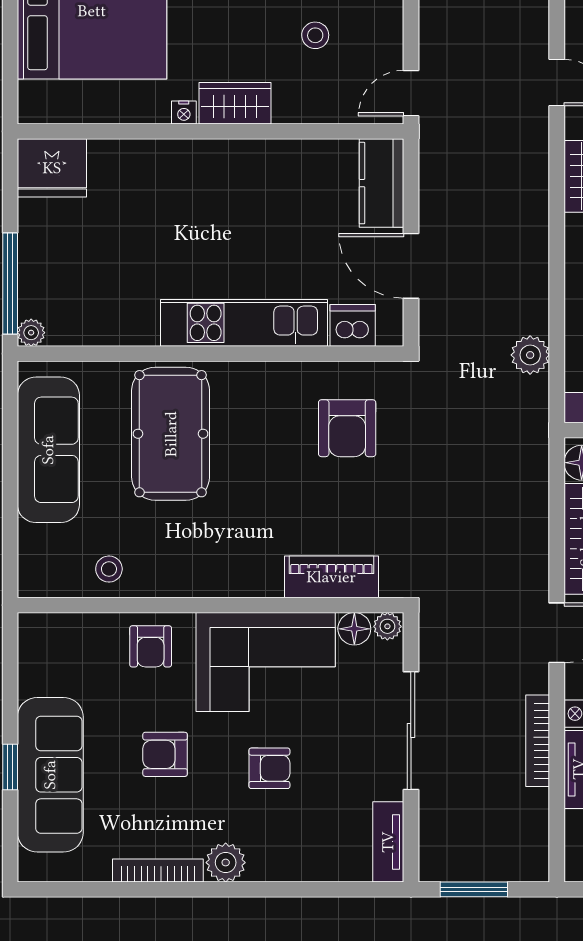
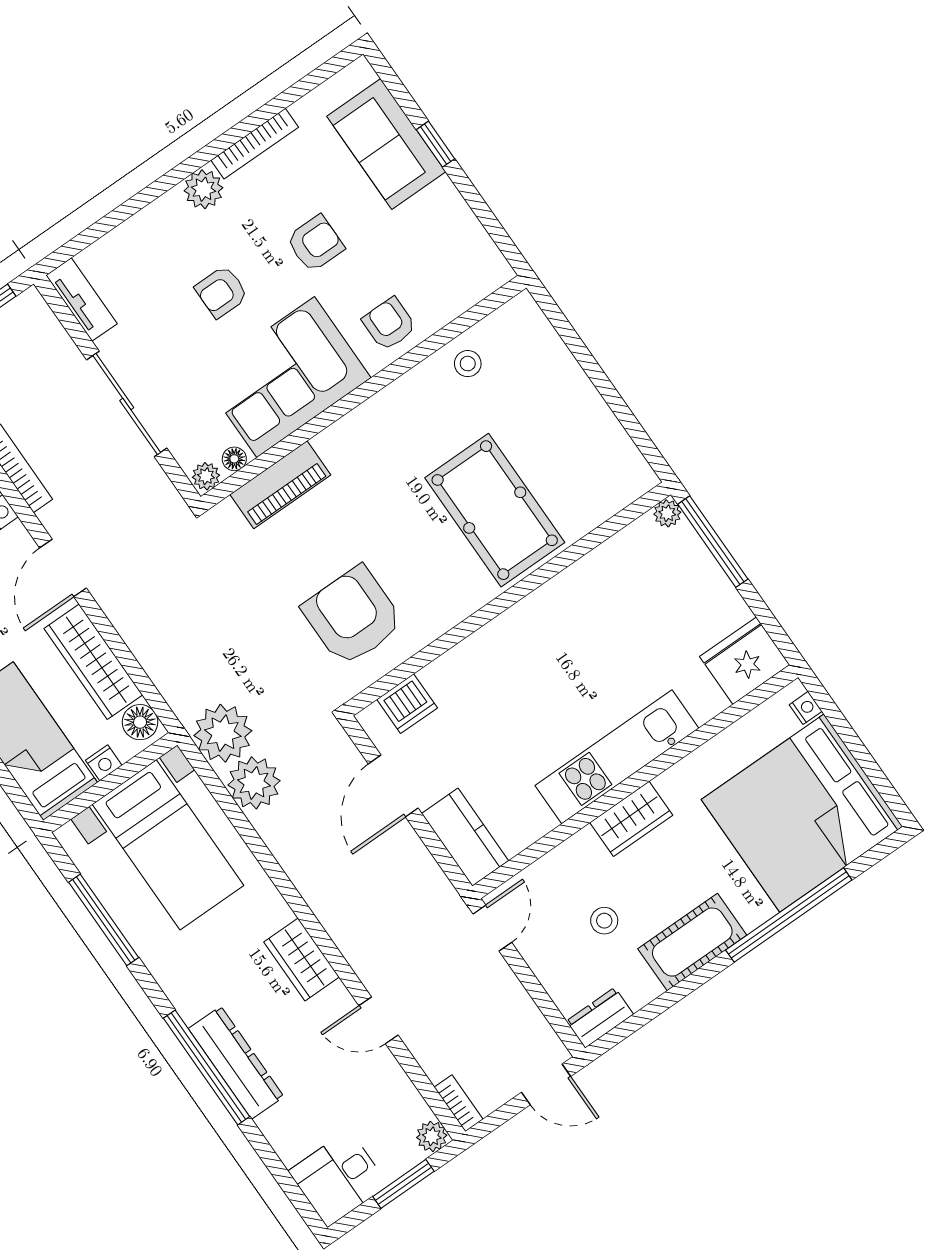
nightstand: (184, 112) -> (806, 708), moved, turned 90
door: (411, 266) -> (393, 786), swing flipped
kitchen unit: (244, 323) -> (617, 757), moved, turned 180
plant: (530, 355) -> (254, 783), width x1.36, depth x1.36
plant: (520, 406) -> (223, 733), added
armchair: (347, 428) -> (353, 616), width x1.36, depth x1.36
sofa: (48, 450) -> (586, 427), removed
floor lamp: (354, 629) -> (234, 459), width x0.73, depth x0.73
sofa: (50, 775) -> (386, 144), width x0.73

